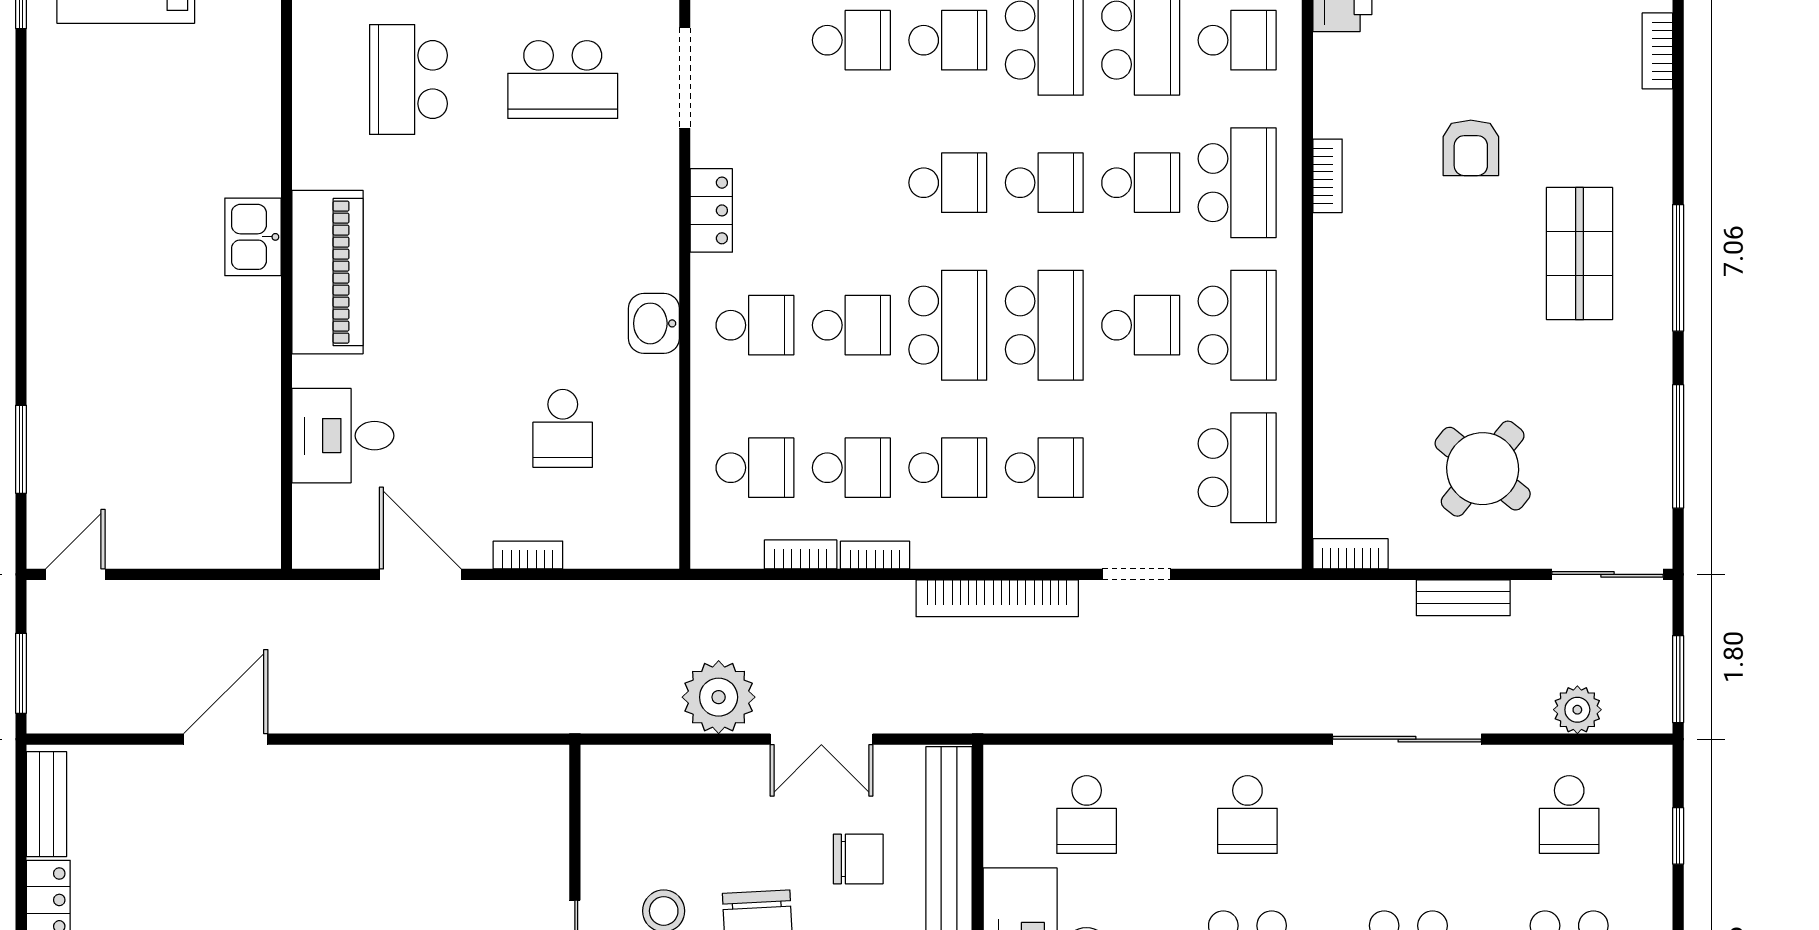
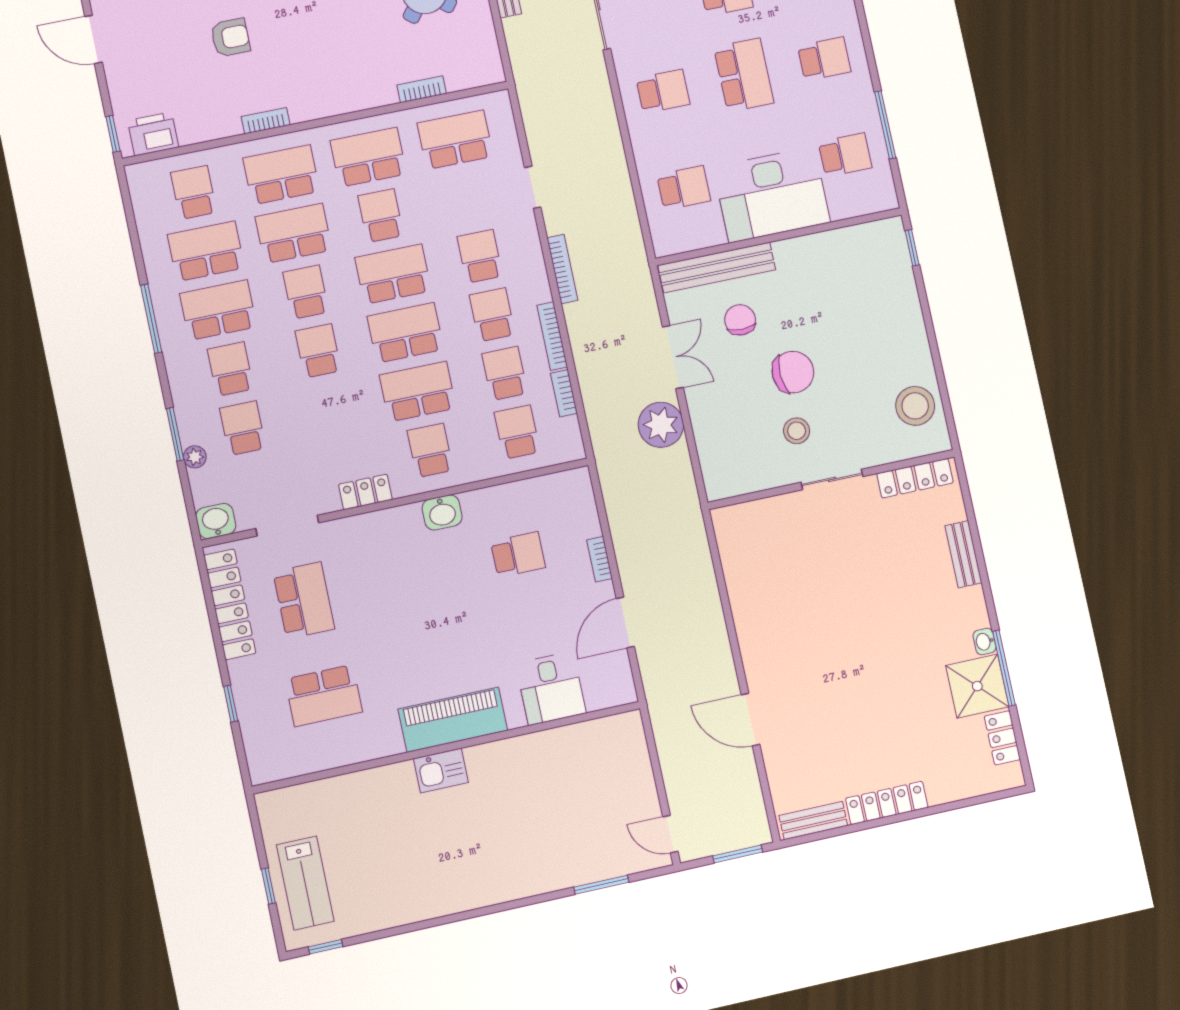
school desk: (1141, 183) -> (294, 233), width x1.85
school desk: (851, 325) -> (418, 392), width x1.85
bookcase: (1350, 554) -> (422, 89), moved, turned 90
bookcase: (875, 555) -> (552, 336), width x1.56
bookcase: (997, 598) -> (562, 269), width x0.68, depth x0.76

